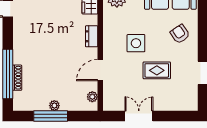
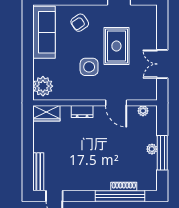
rug: (157, 70) -> (116, 46), width x1.36, depth x1.43

